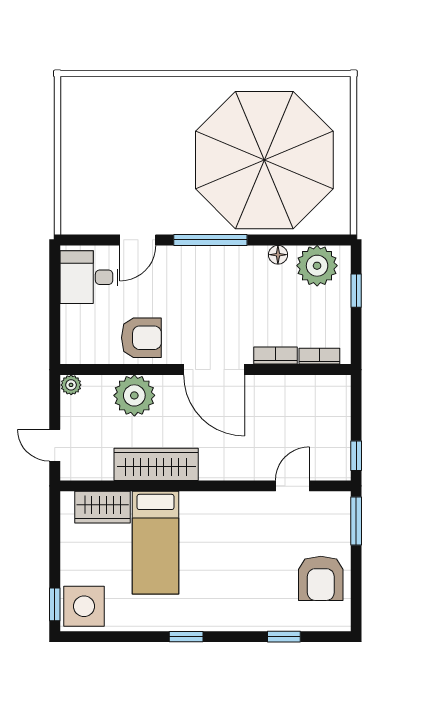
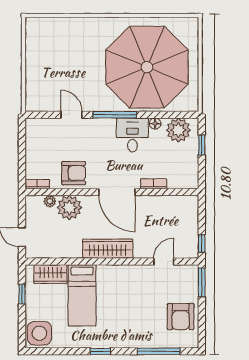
door: (138, 240) -> (71, 115), swing flipped
desk: (89, 277) -> (132, 135), moved, turned 90
bookcase: (319, 356) -> (37, 184), moved
plant: (71, 385) -> (50, 201), moved
wardrobe: (156, 464) -> (108, 249), moved
window: (55, 604) -> (22, 294), moved
window: (284, 637) -> (159, 351), width x2.17

